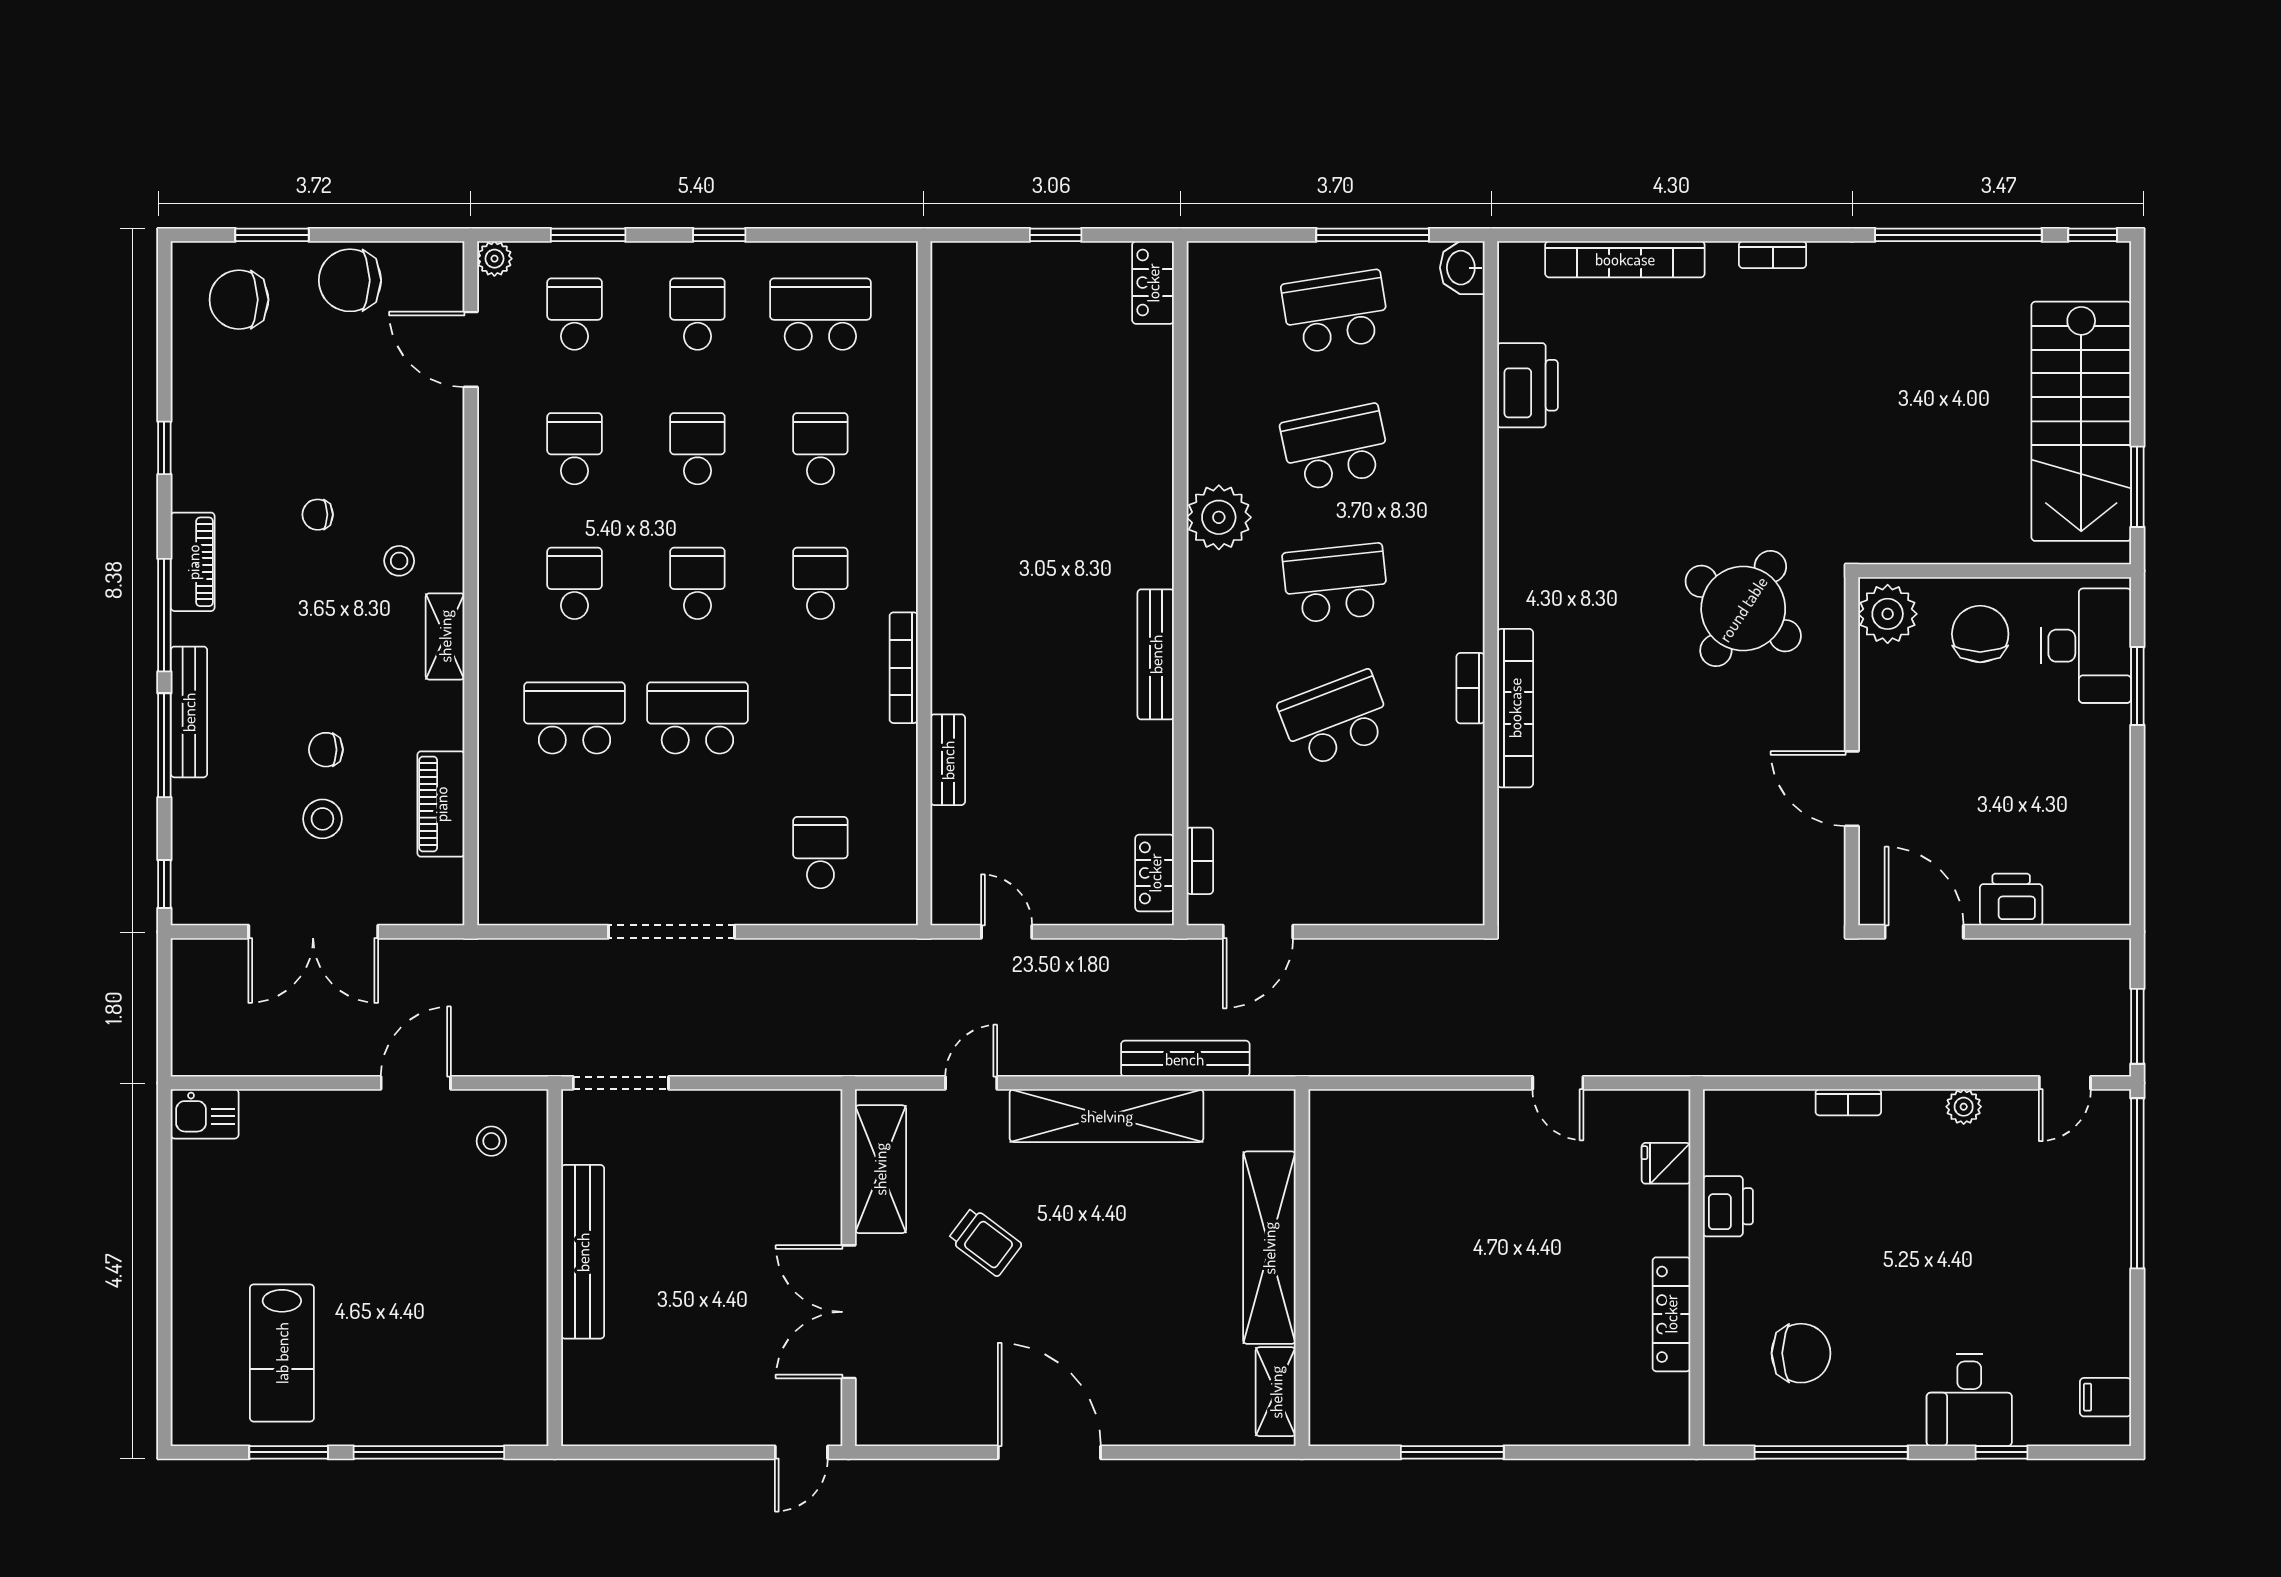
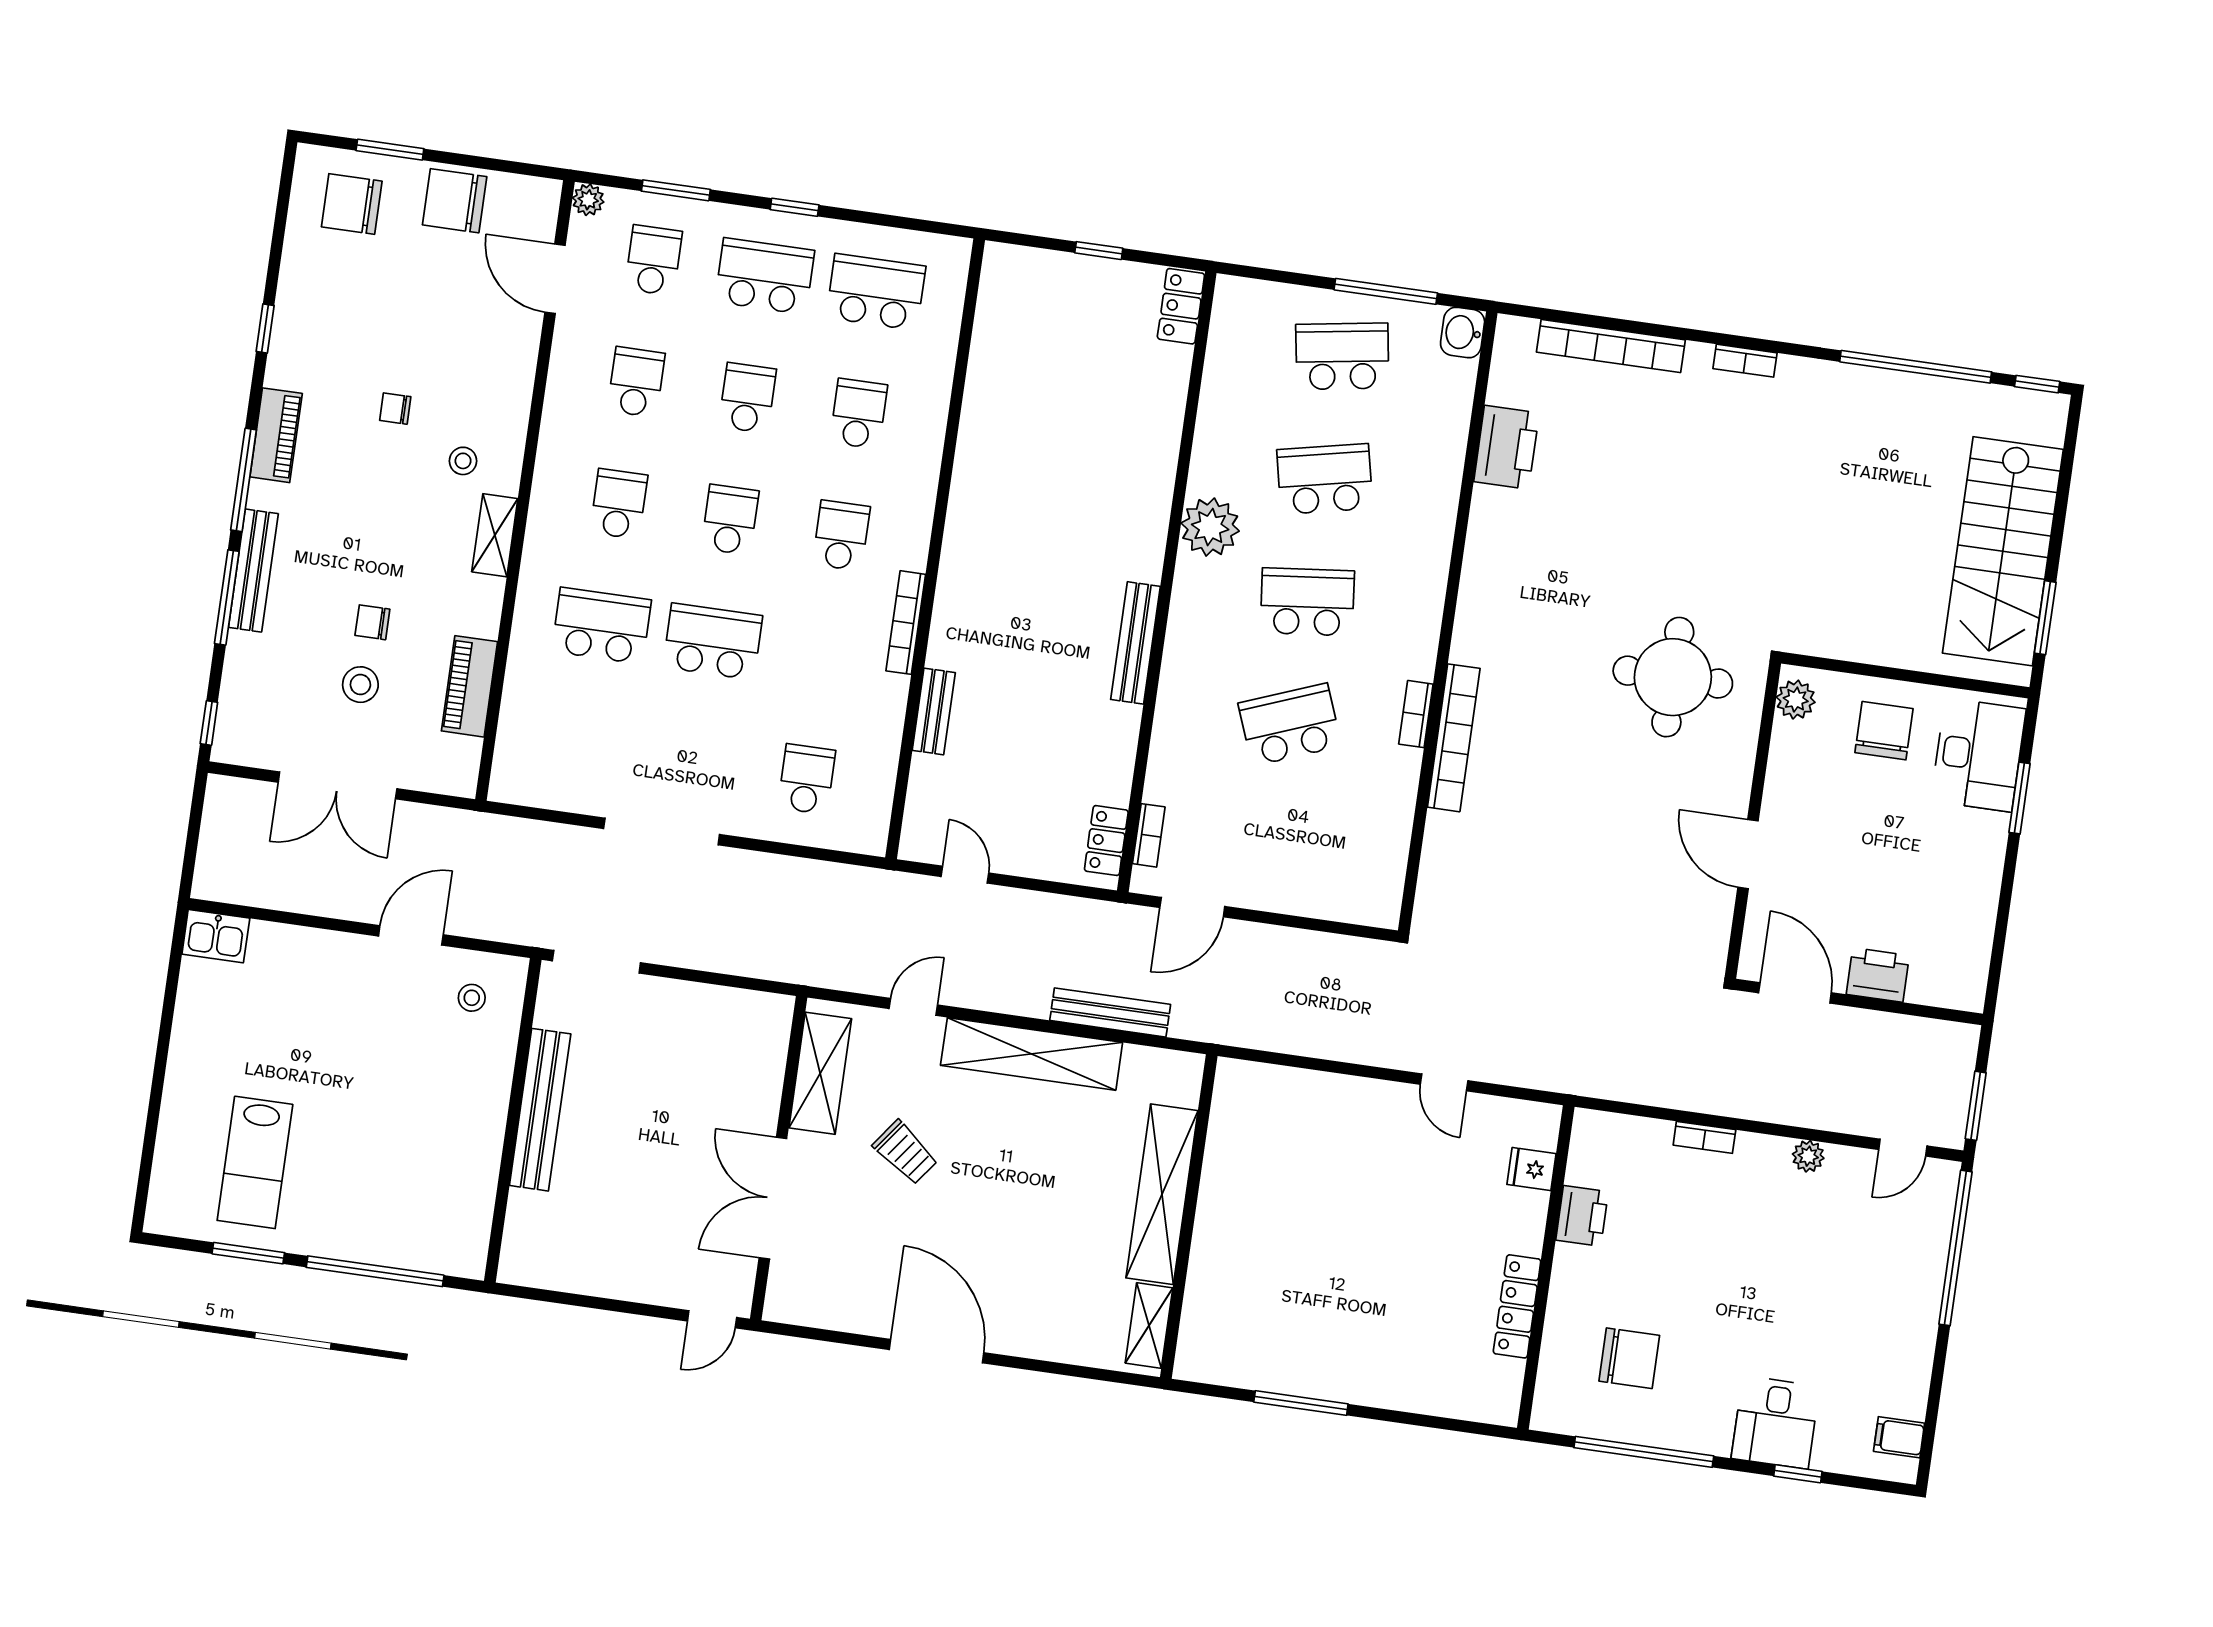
school desk: (697, 314) -> (765, 276), width x1.85
round table: (1743, 609) -> (1673, 677), turned -33
plant: (1888, 614) -> (1796, 700), width x0.73, depth x0.73

